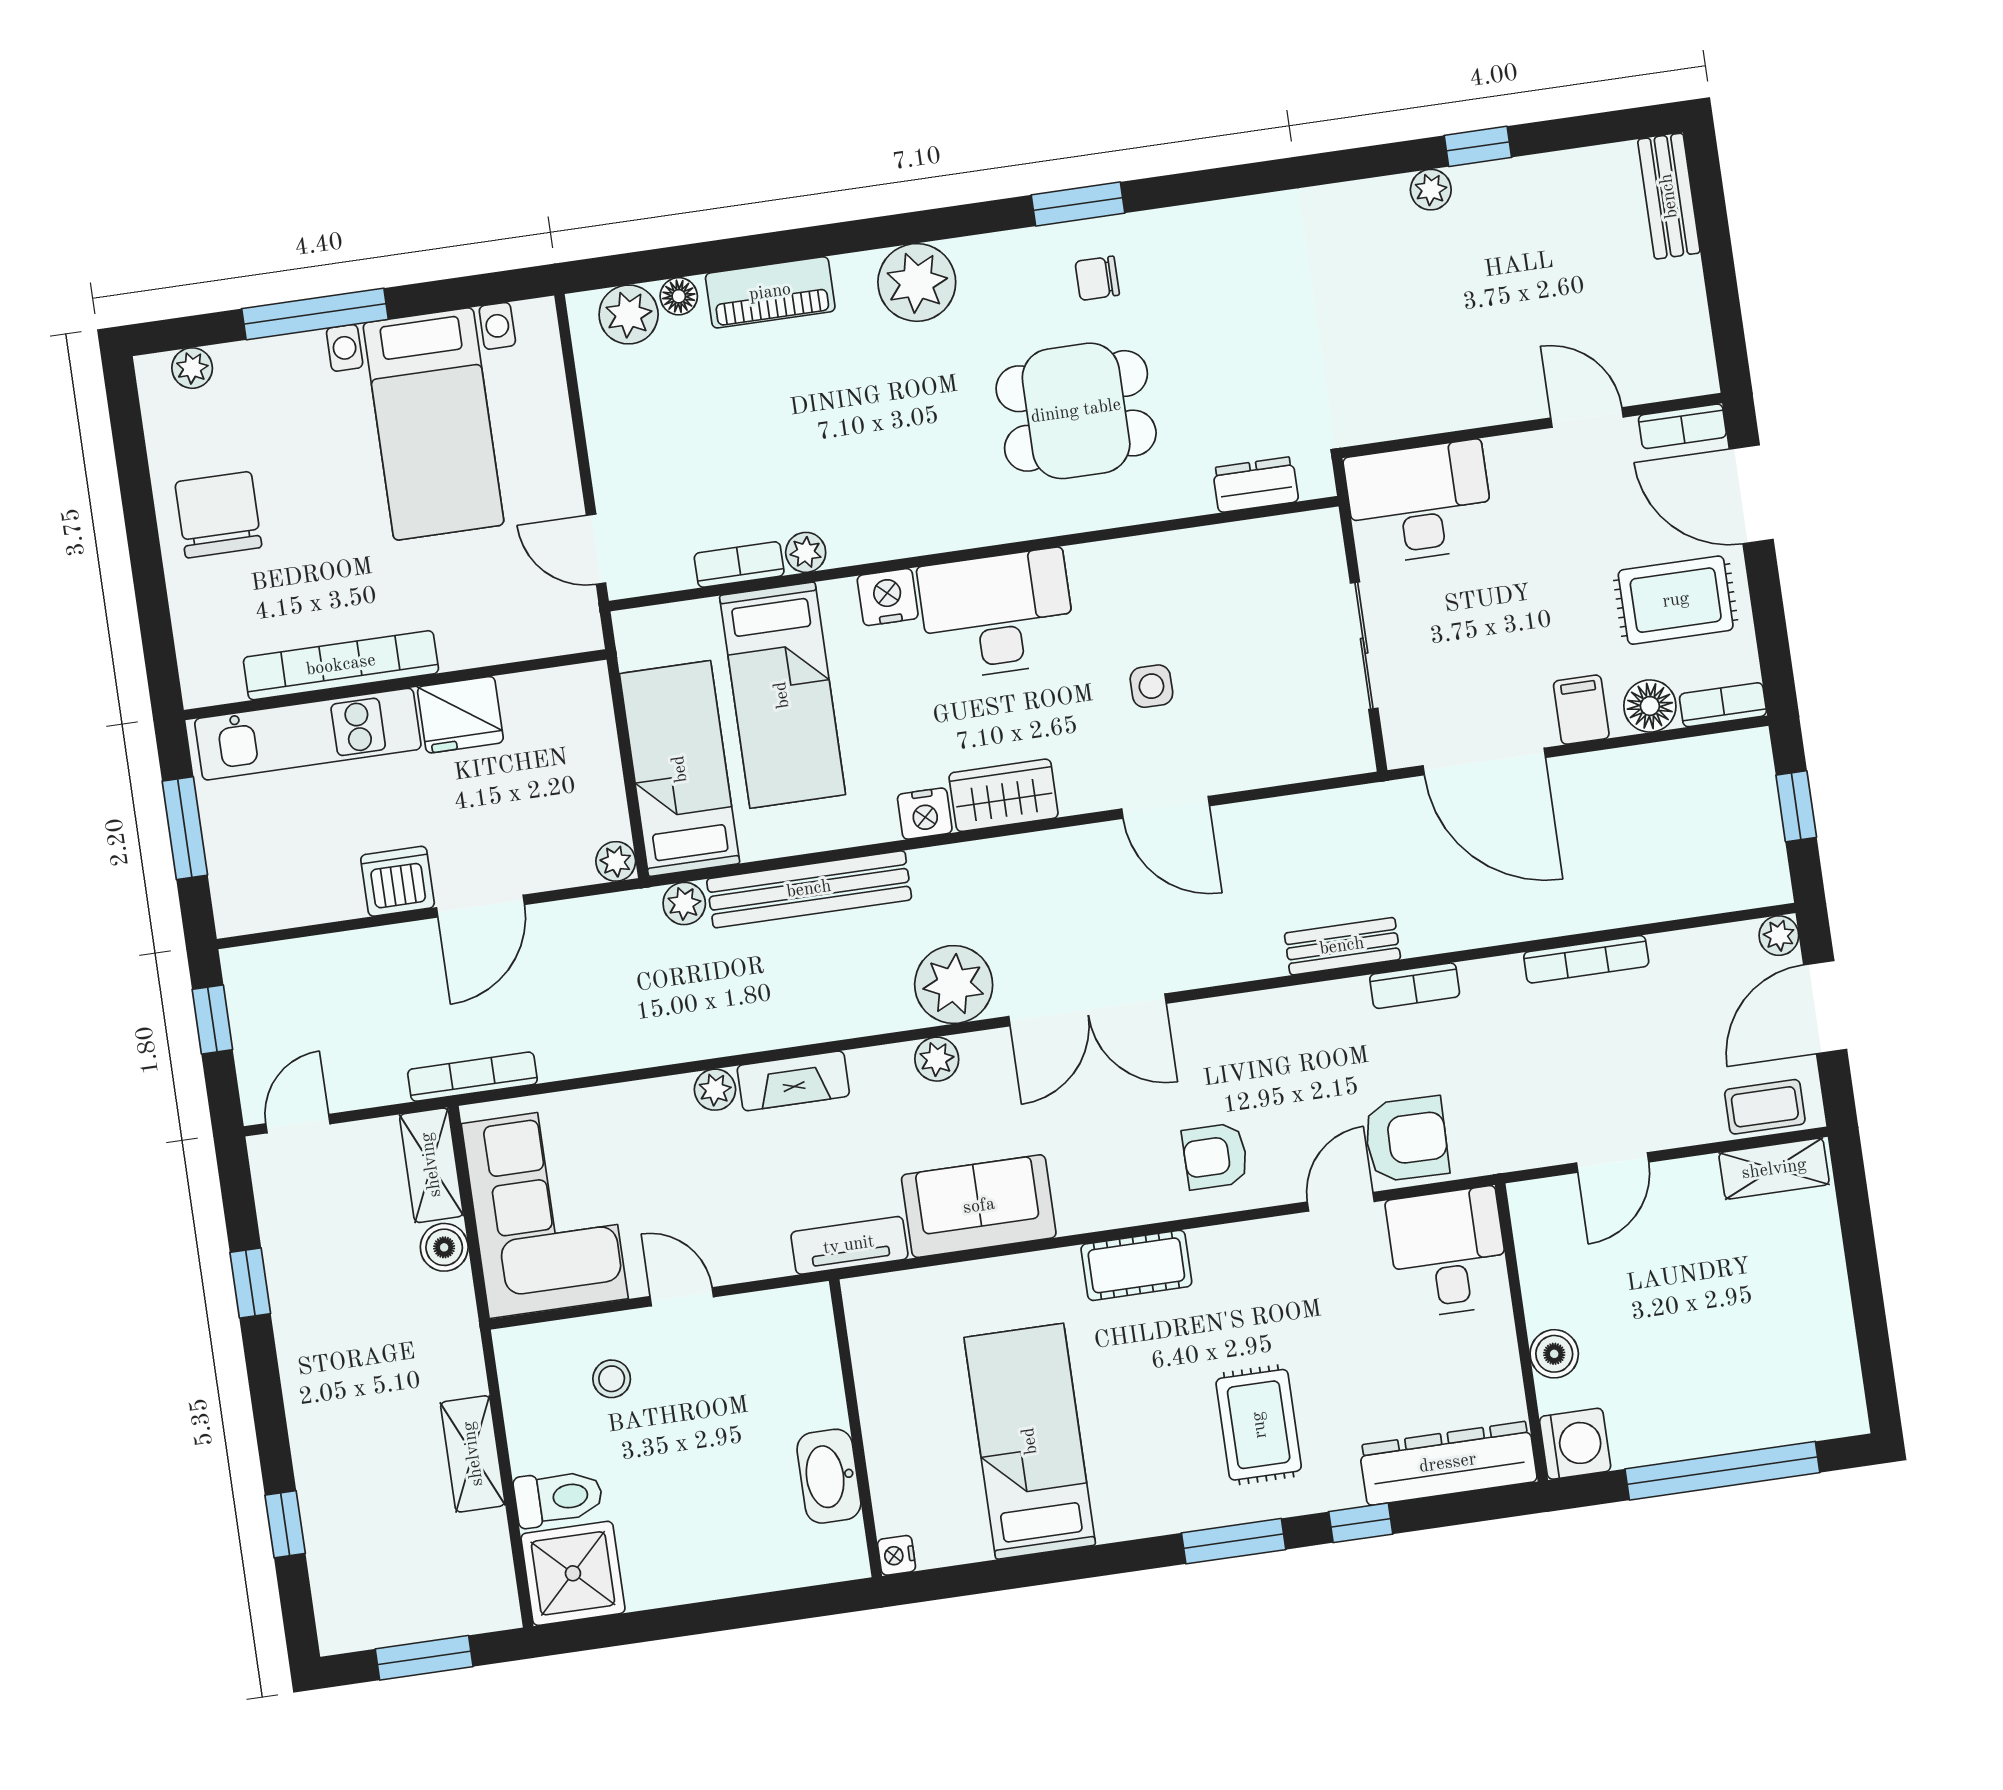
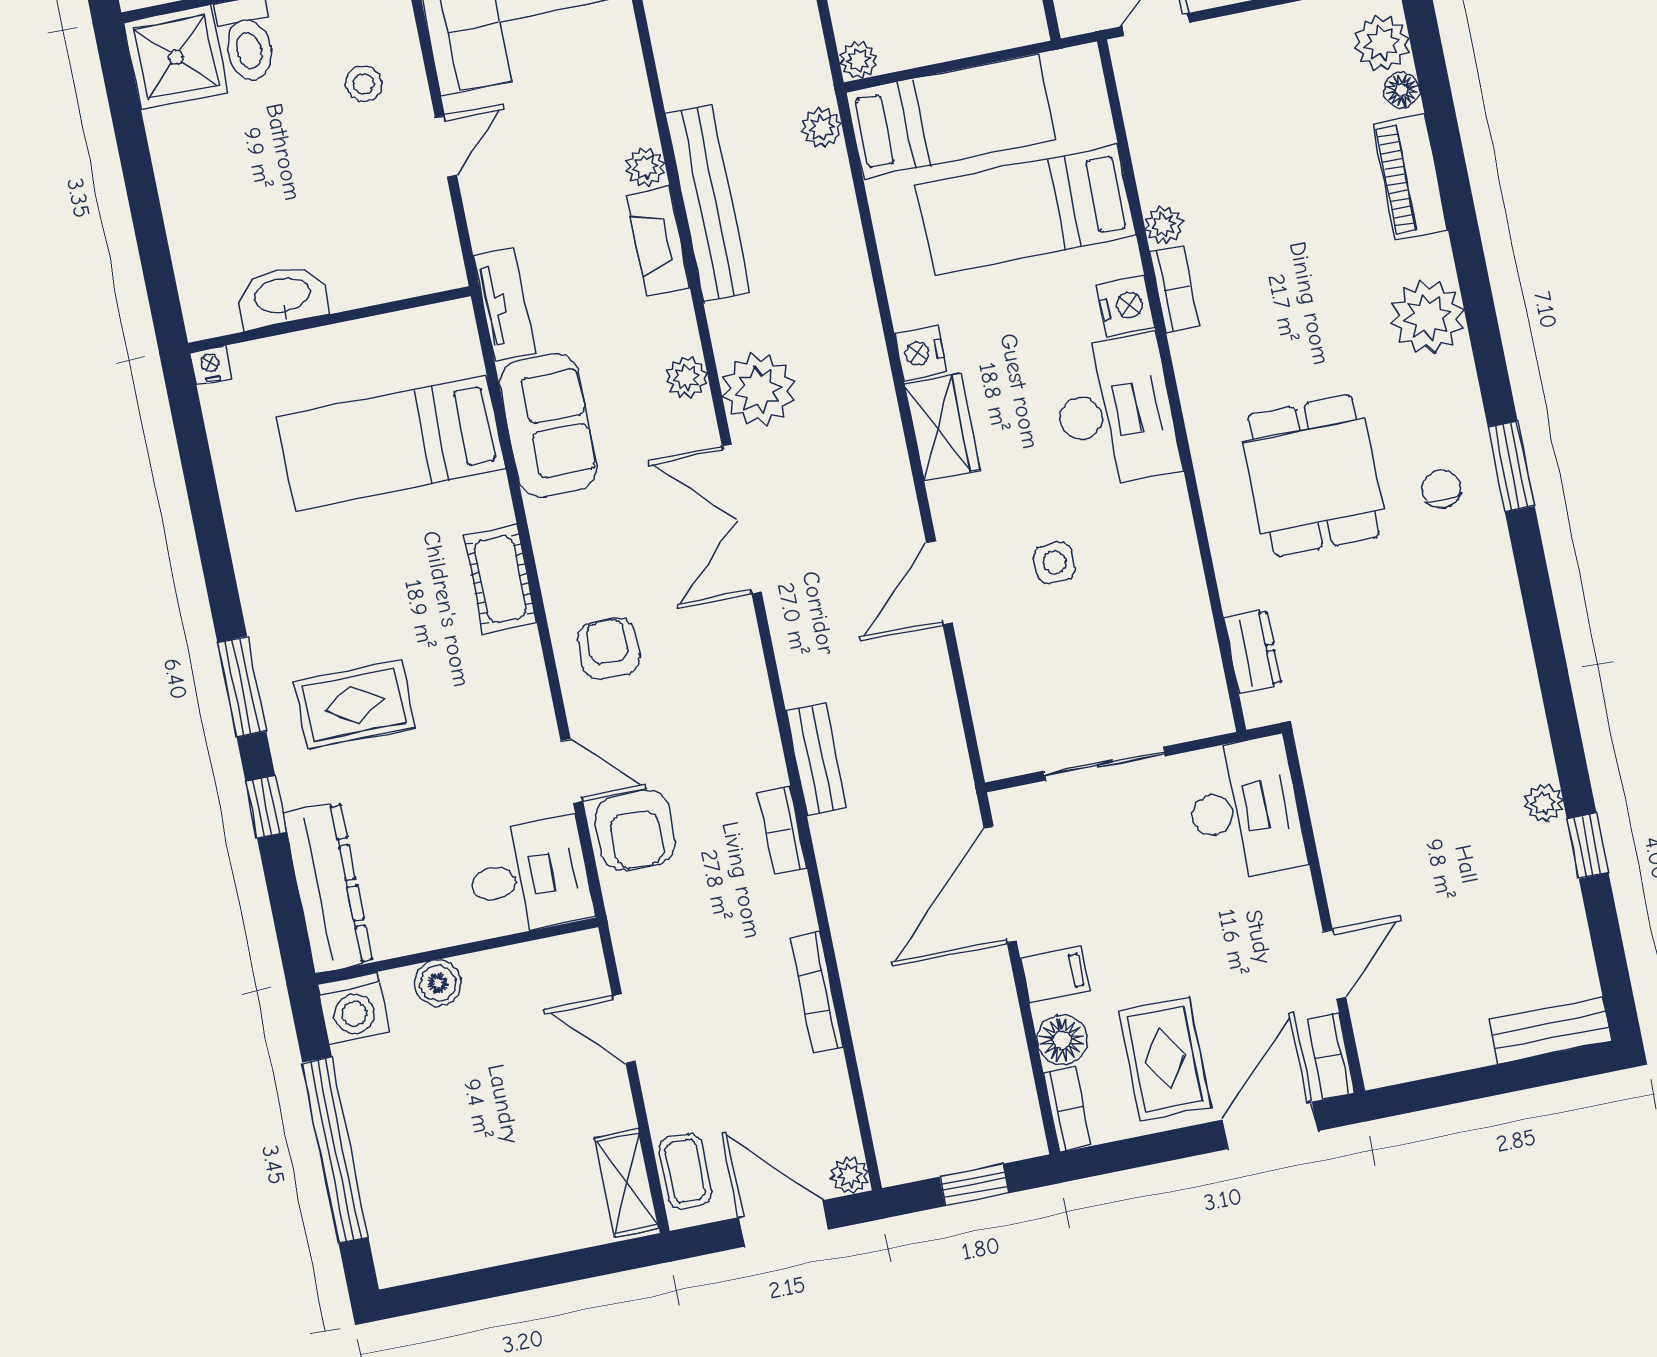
bookcase: (739, 565) -> (1174, 289), moved
bench: (809, 889) -> (708, 203), moved
bed: (1030, 1441) -> (391, 443), moved, turned 180

